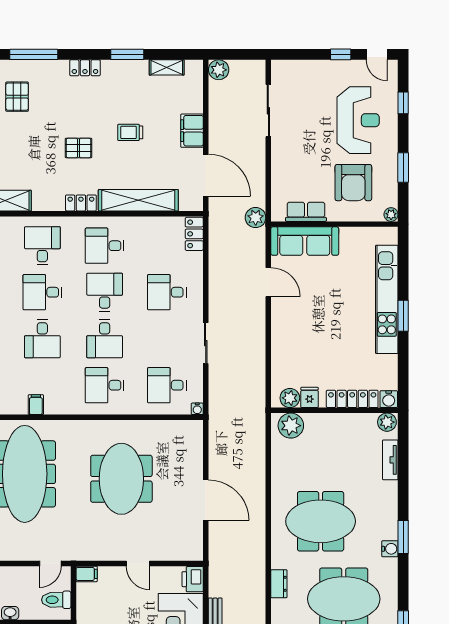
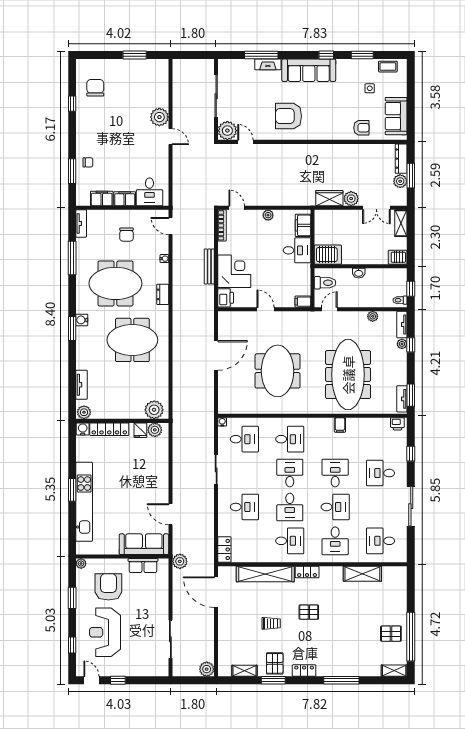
pallet: (17, 97) -> (275, 663), moved
filing cabinet: (192, 131) -> (226, 625), removed
door: (206, 500) -> (216, 355), swing flipped

